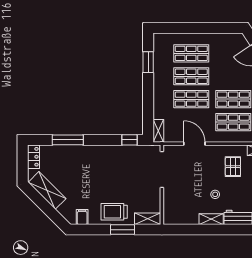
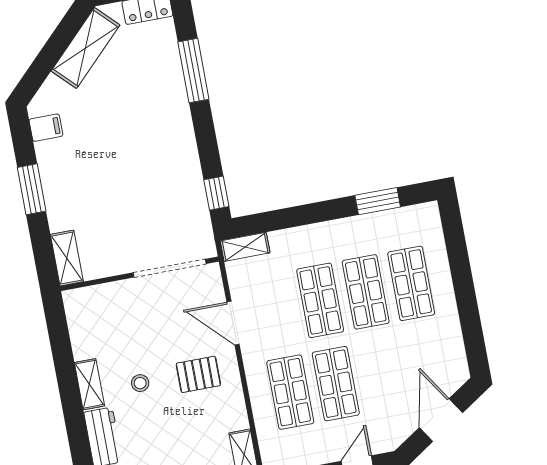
door: (194, 144) -> (233, 323), swing flipped
pallet: (233, 167) -> (198, 374), moved
trolley: (114, 212) -> (68, 189), removed
window: (122, 230) -> (32, 189), moved

